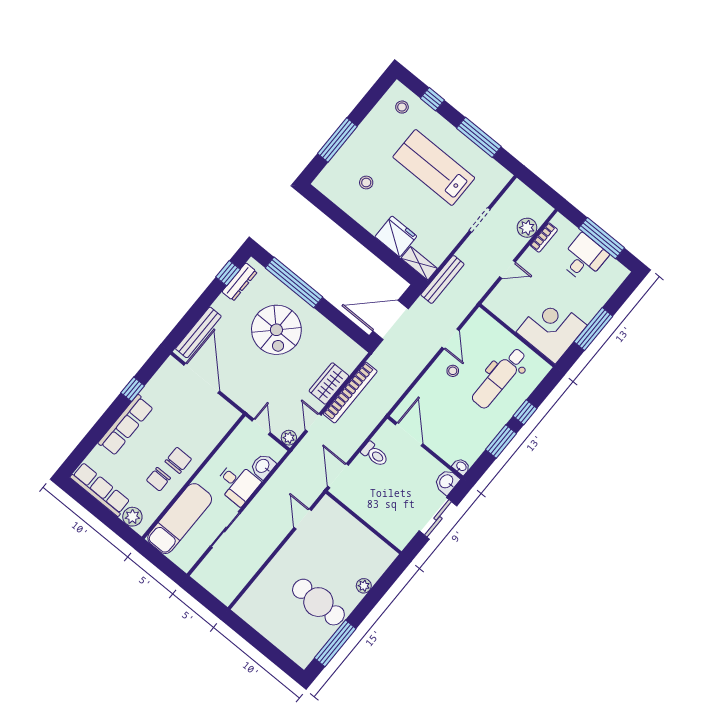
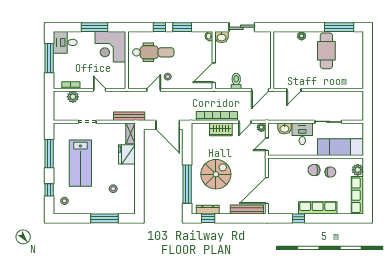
desk: (584, 258) -> (65, 42), moved

